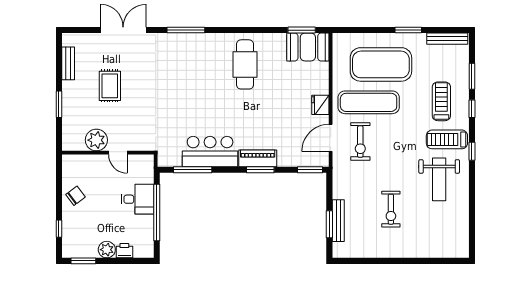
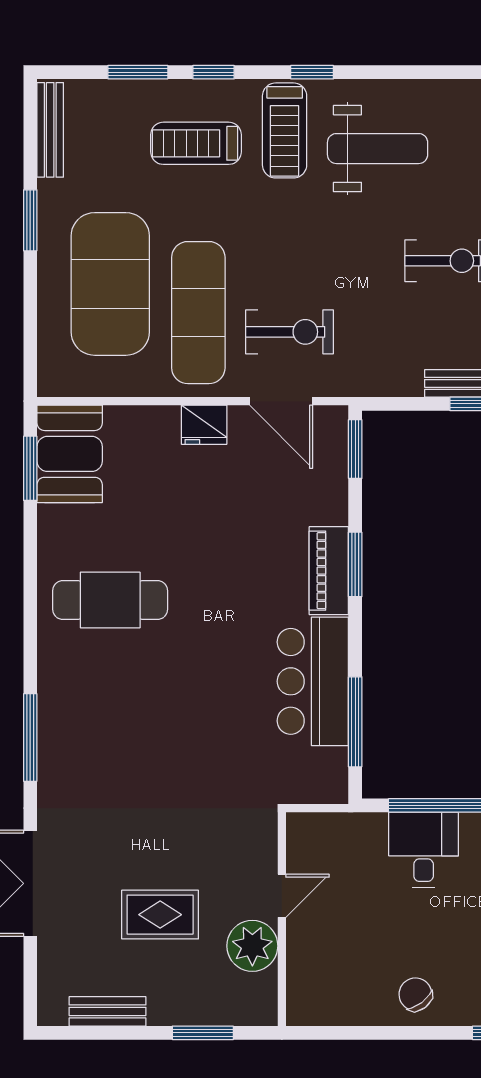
plant: (96, 140) -> (252, 946), moved
wall: (108, 153) -> (282, 919), moved
door: (118, 153) -> (282, 896), moved

